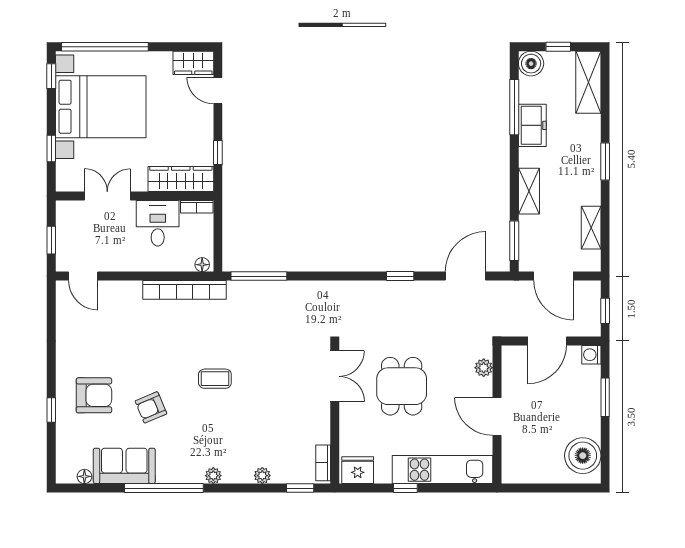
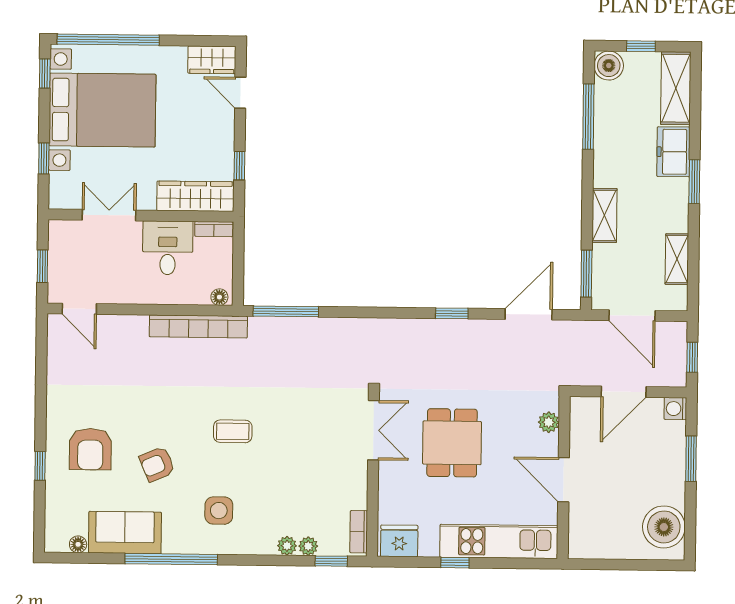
freezer: (532, 125) -> (673, 152), moved, turned 180
armchair: (94, 395) -> (90, 449), turned 90
side table: (204, 446) -> (219, 511), added
plant: (213, 476) -> (308, 546), moved

